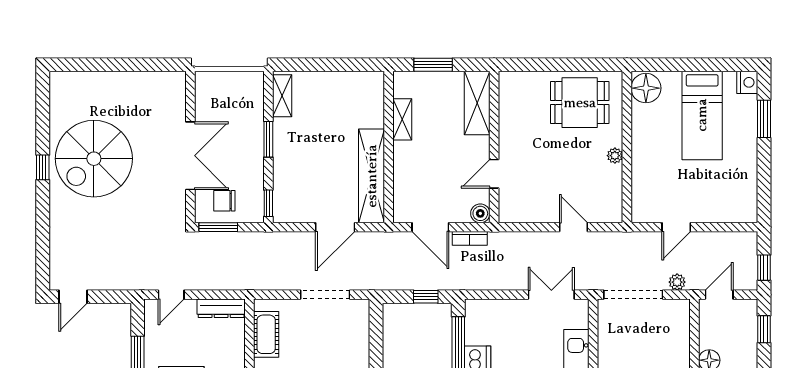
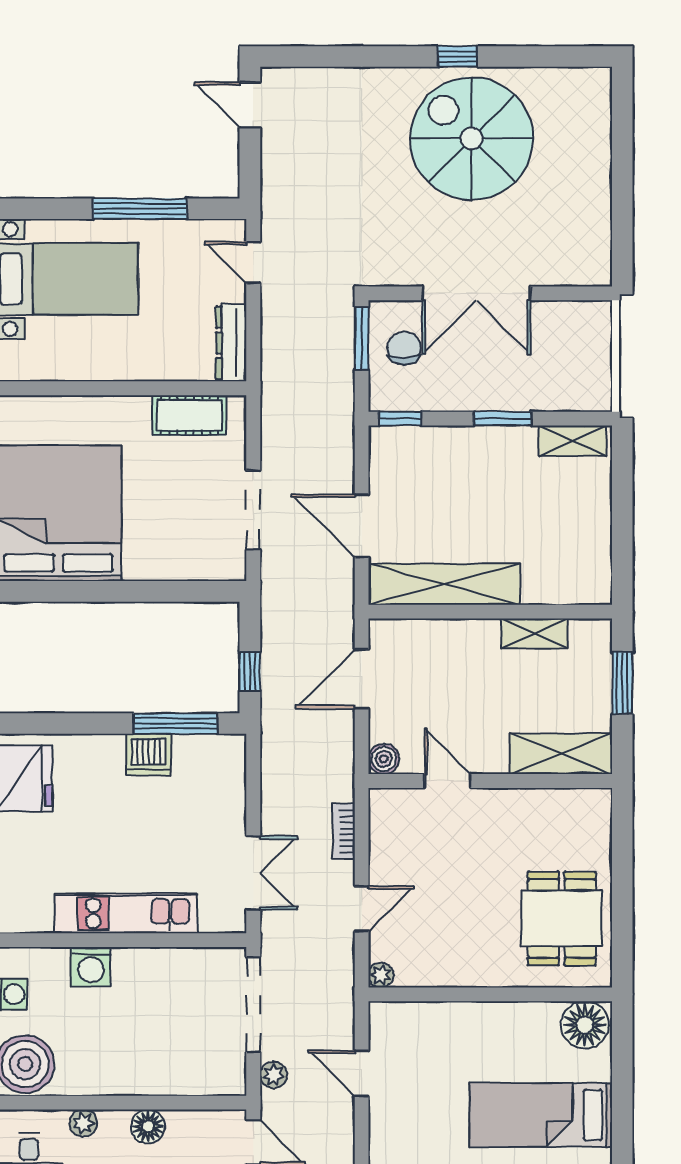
plant: (615, 156) -> (381, 975), moved
bookcase: (470, 238) -> (344, 832), moved

